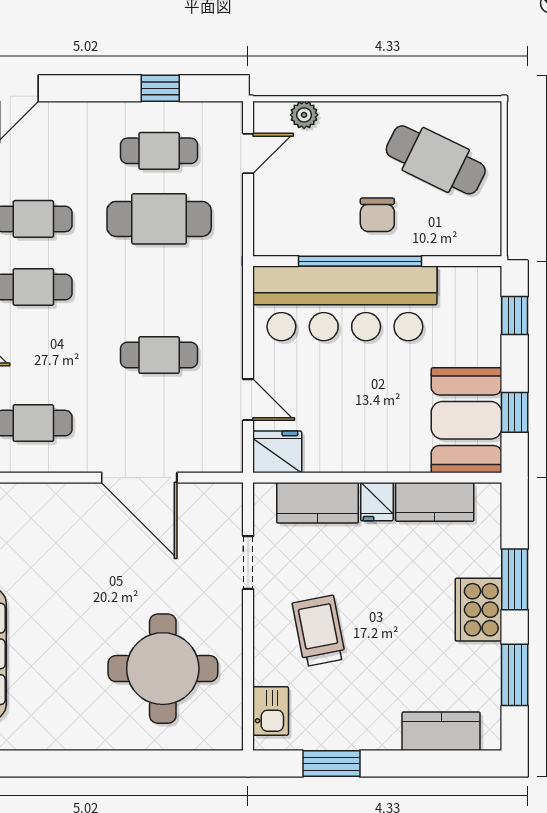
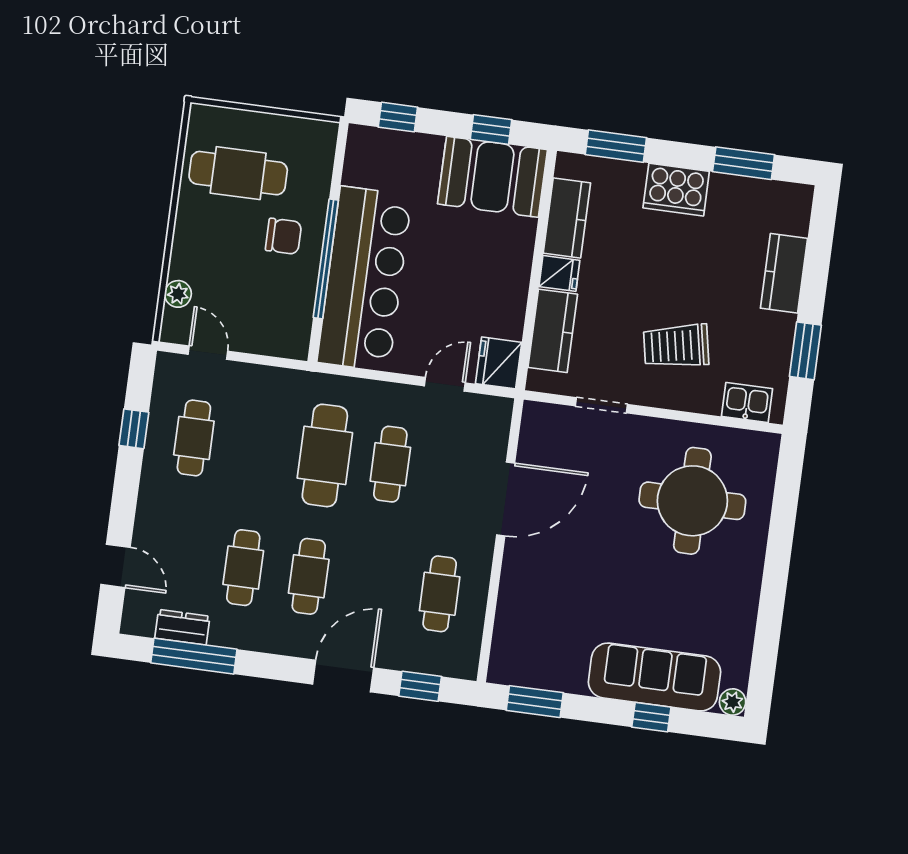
cafe table: (436, 160) -> (238, 173), turned 64
cafe table: (159, 219) -> (325, 455), moved
window: (515, 579) -> (616, 146), moved
kitchen counter: (441, 731) -> (784, 273), moved

